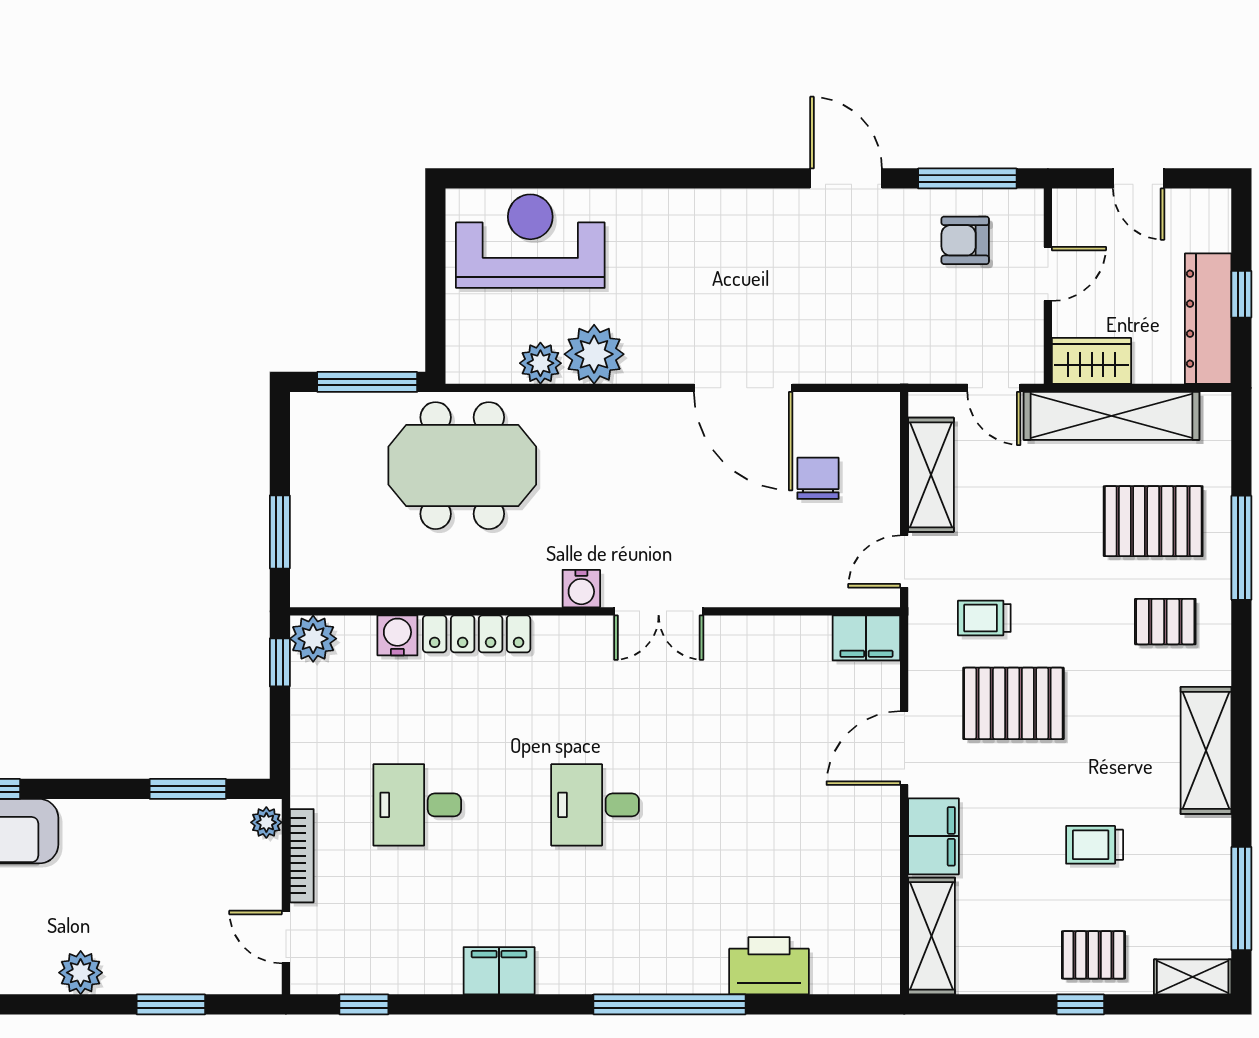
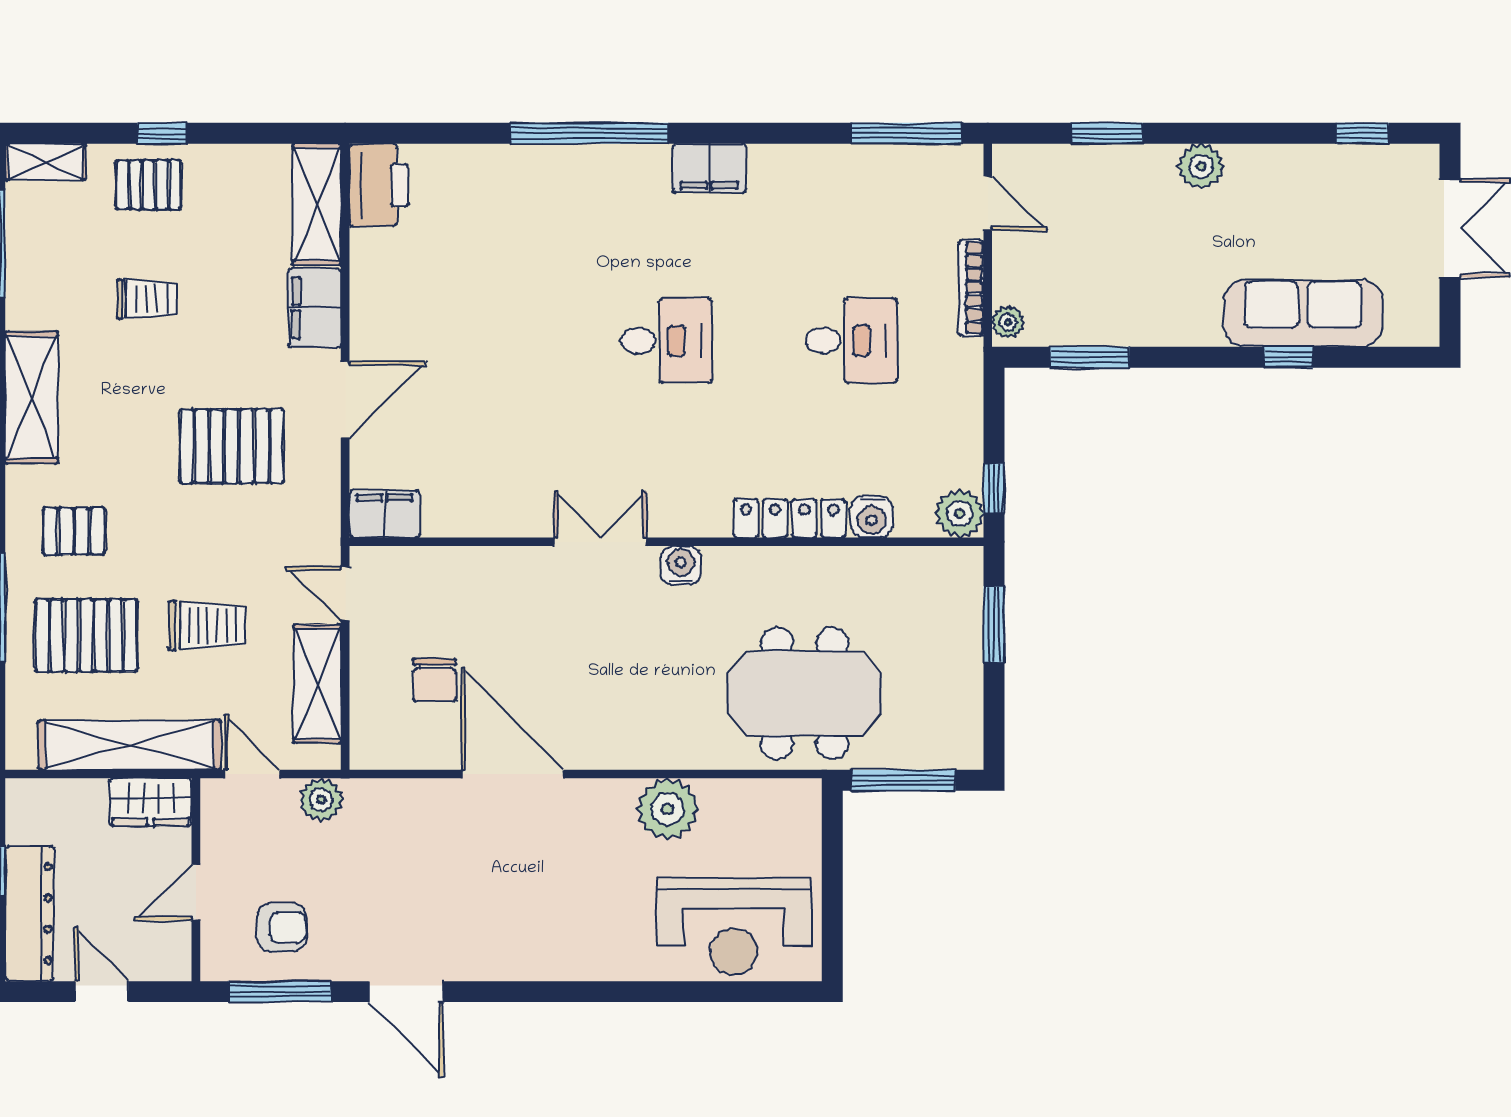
dresser: (1208, 319) -> (29, 913), moved
plant: (540, 363) -> (321, 800), moved
door: (904, 561) -> (345, 594), swing flipped
trolley: (984, 618) -> (207, 626), moved, width x1.36, depth x1.39
printer: (769, 966) -> (379, 185), moved, turned -90
filing cabinet: (499, 971) -> (709, 168), moved
window: (364, 1004) -> (907, 133), width x2.17

